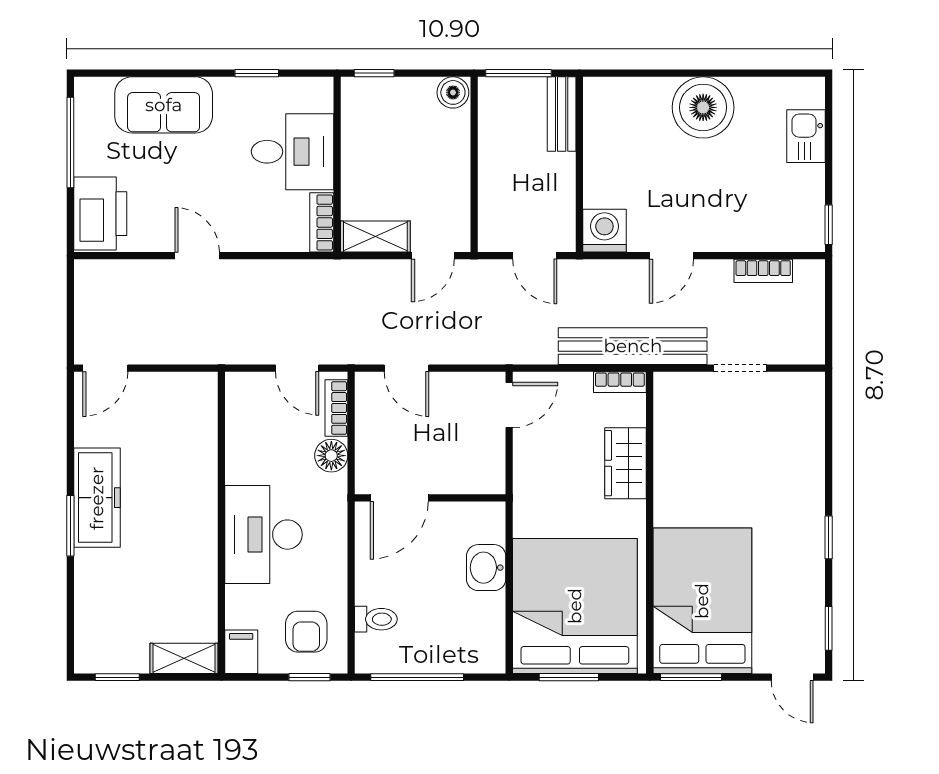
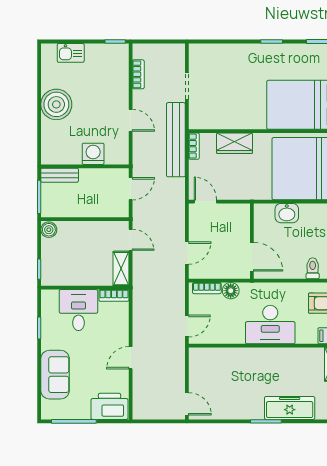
washing machine: (604, 231) -> (93, 154), moved, turned 90
door: (297, 368) -> (187, 326), moved
freezer: (97, 498) -> (290, 408), moved

